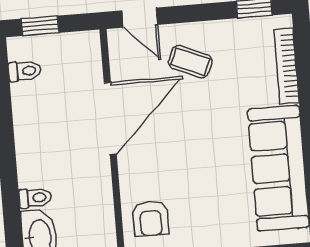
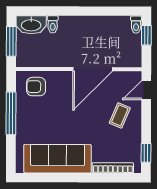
toilet: (25, 71) -> (136, 25), moved
door: (110, 118) -> (93, 69), hinge flipped

